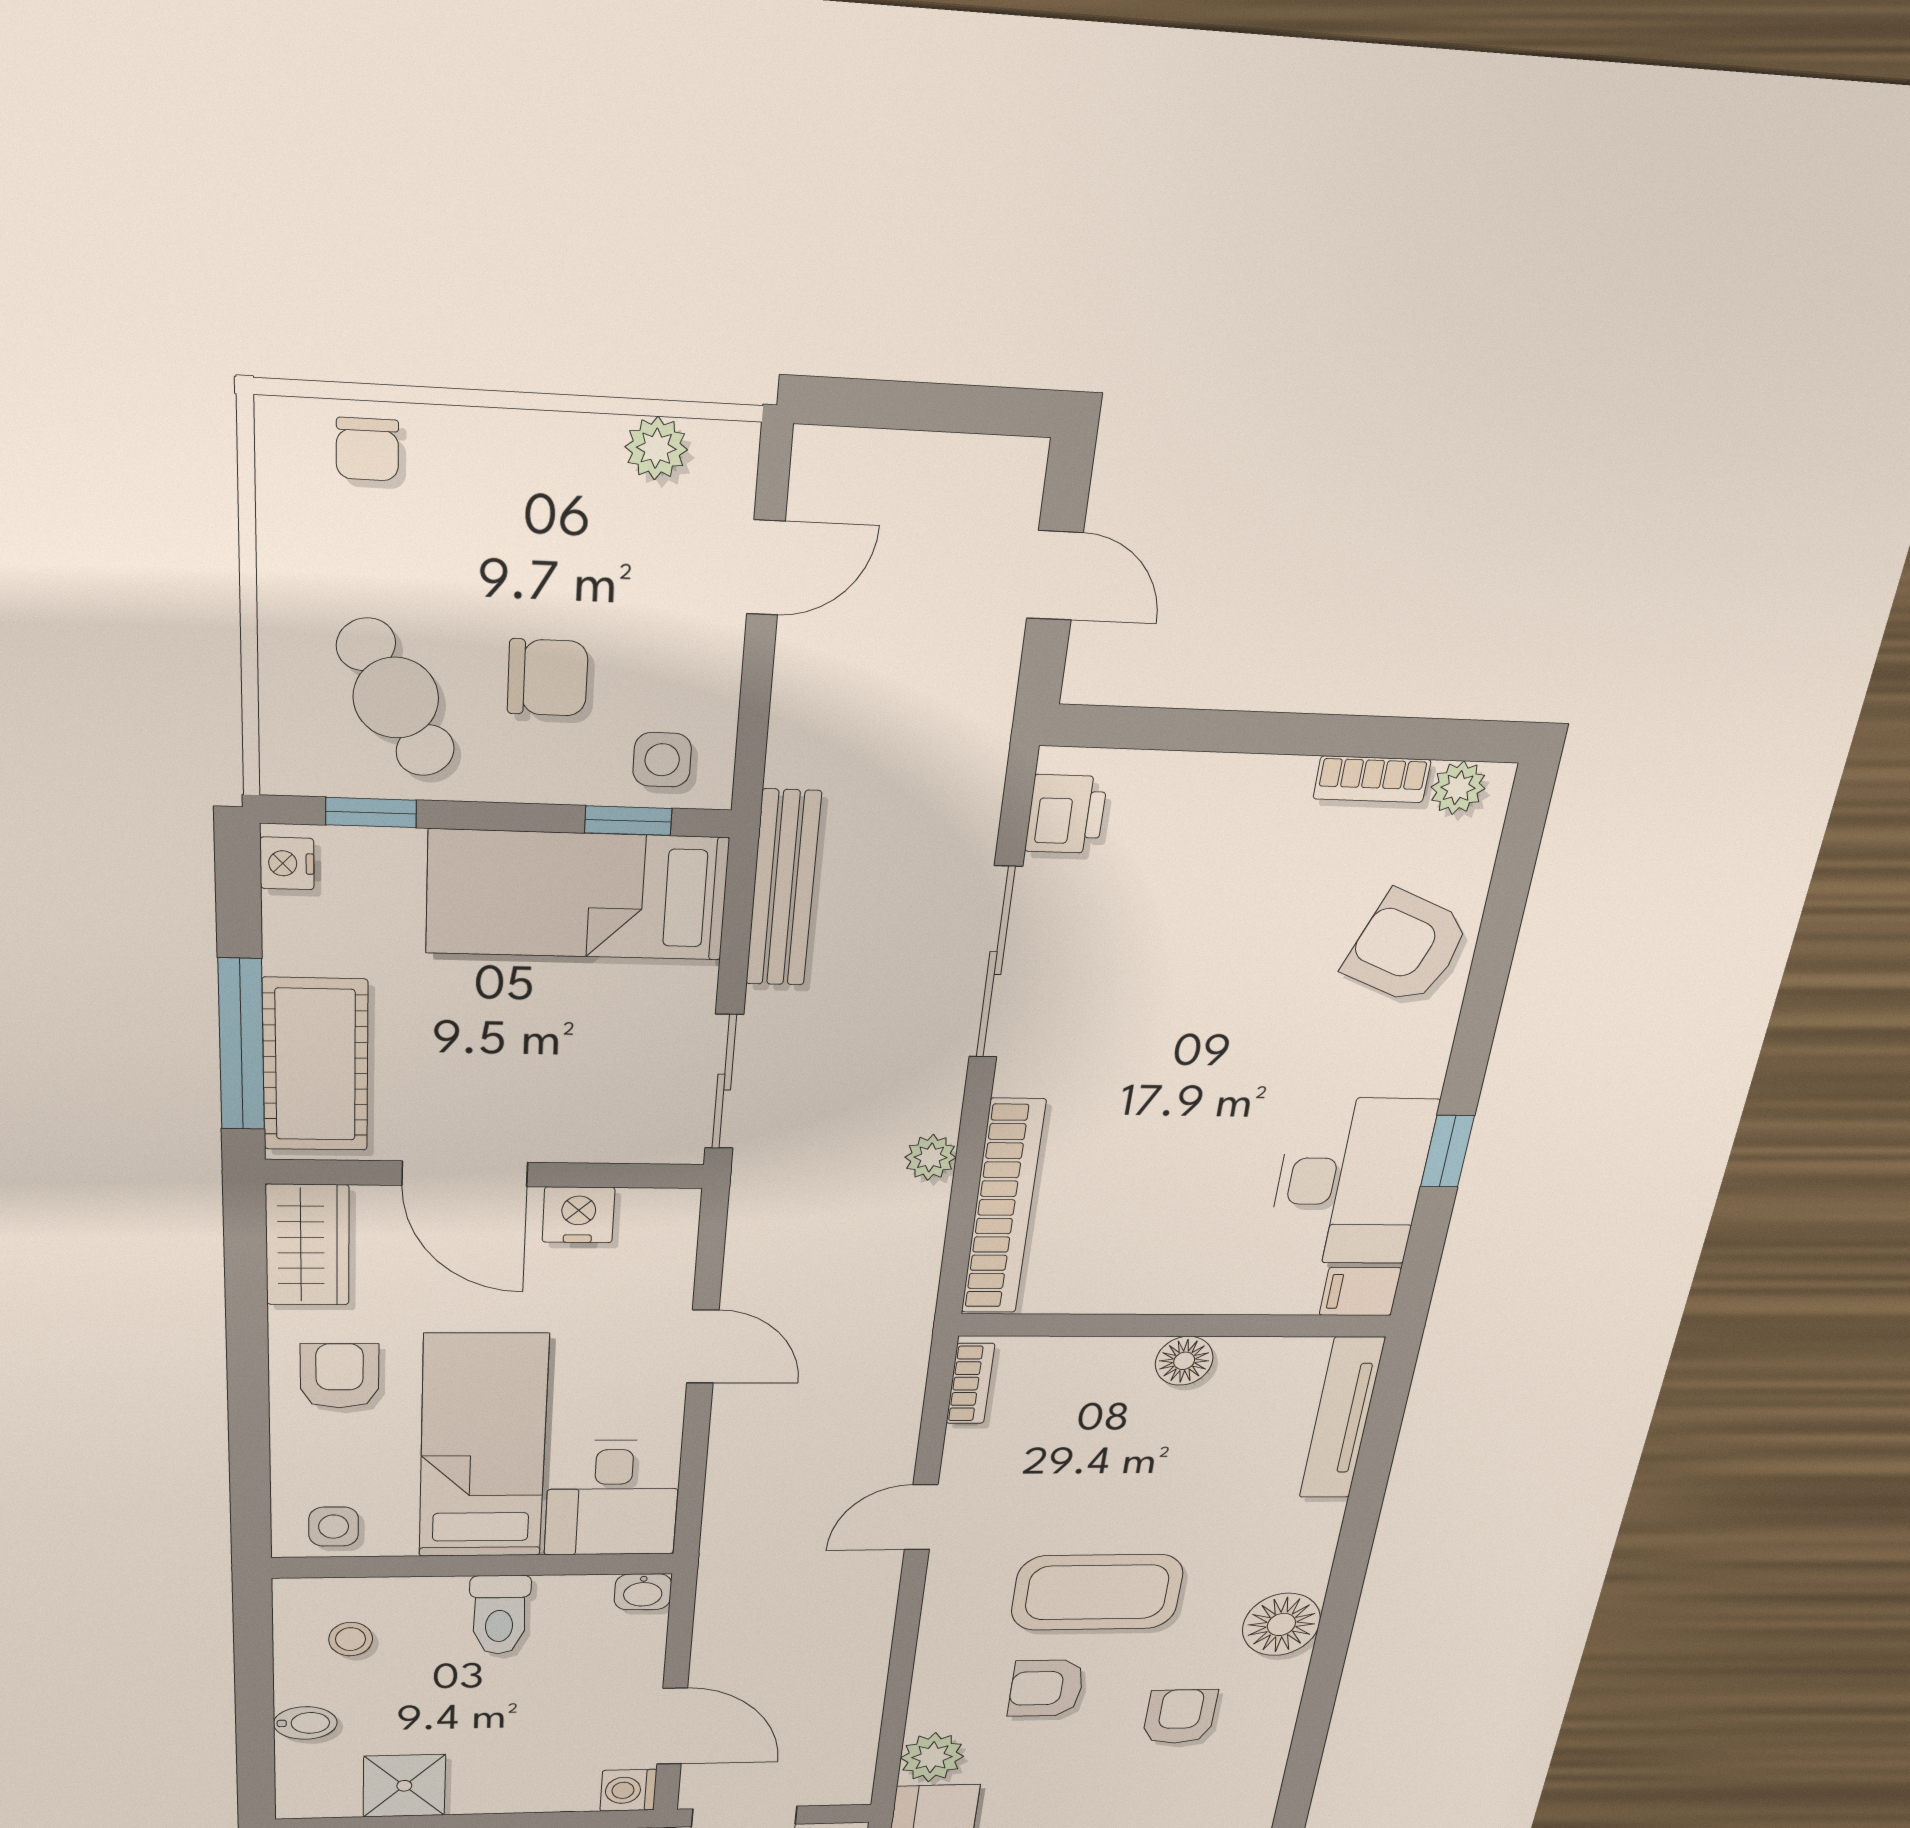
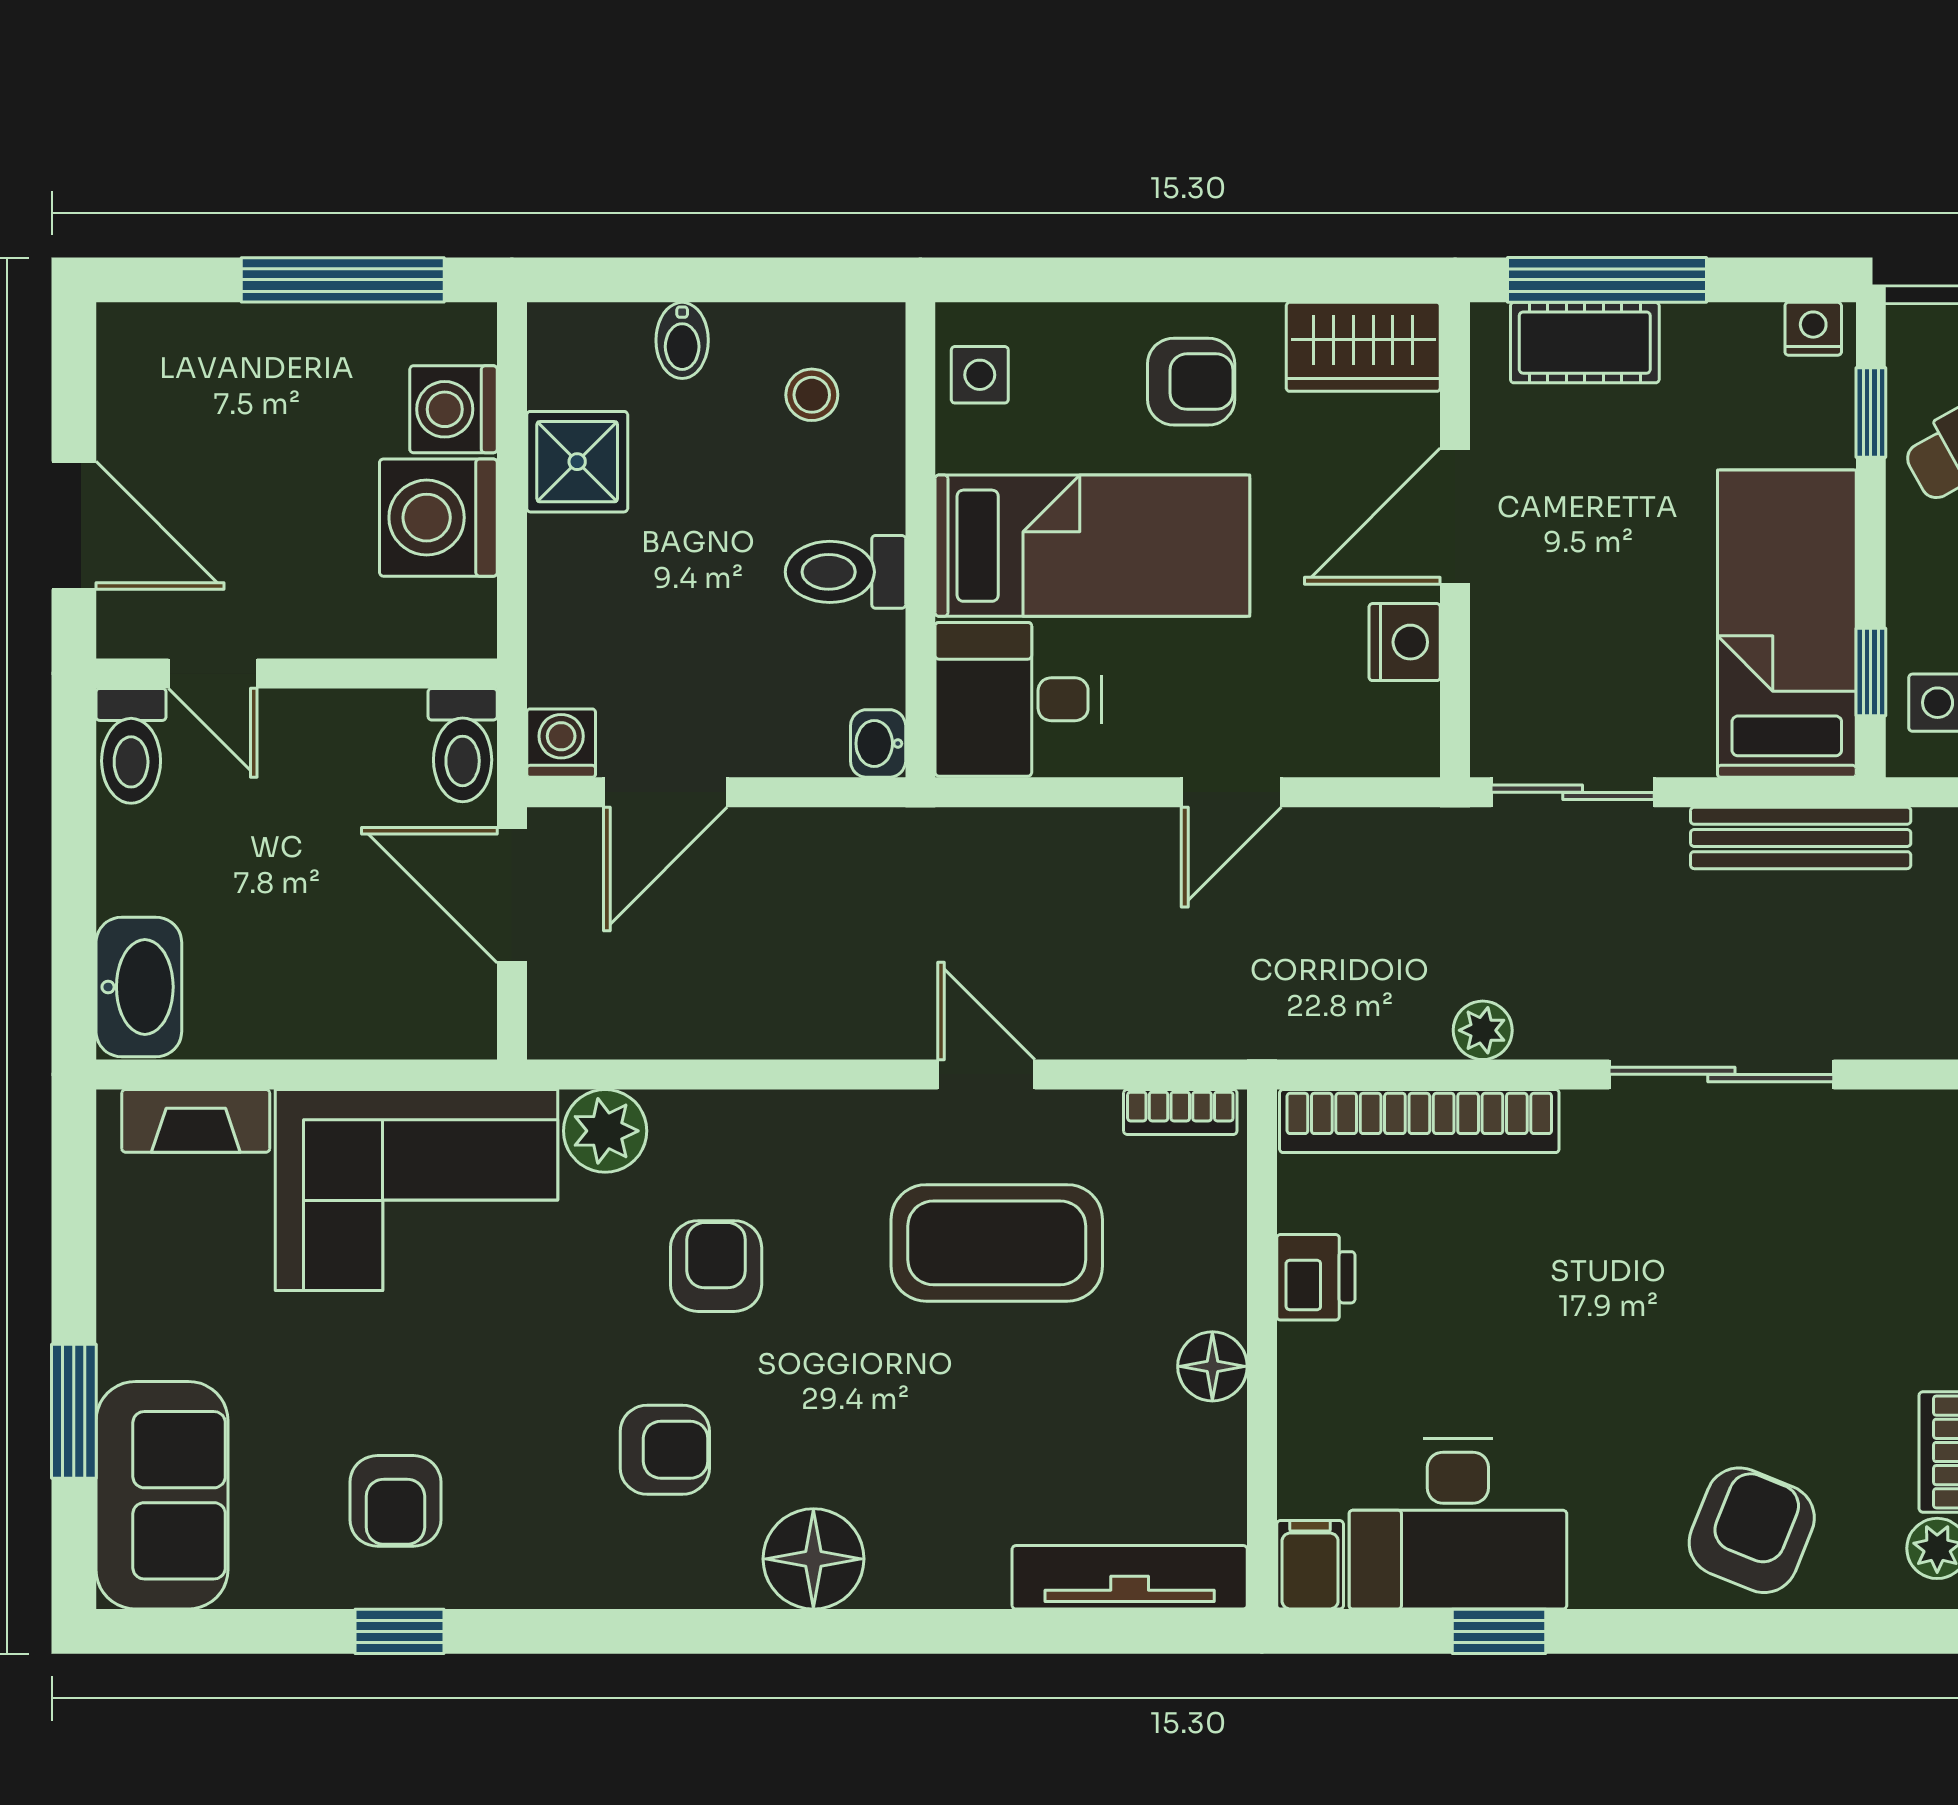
printer: (1066, 814) -> (1316, 1277), moved, turned -90
cot: (315, 1065) -> (1585, 343), width x0.73, depth x0.75
coffee table: (1097, 1592) -> (997, 1243), moved, turned 90

